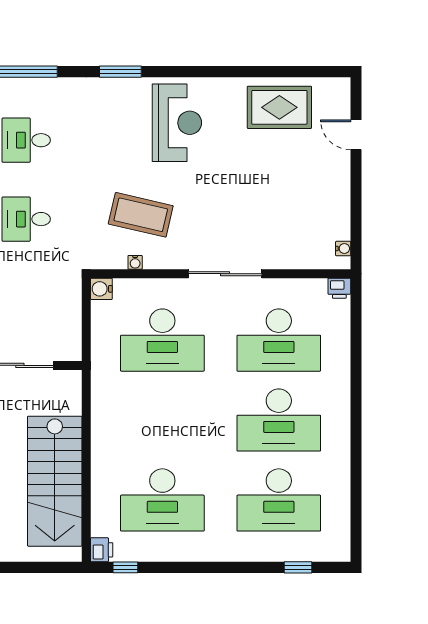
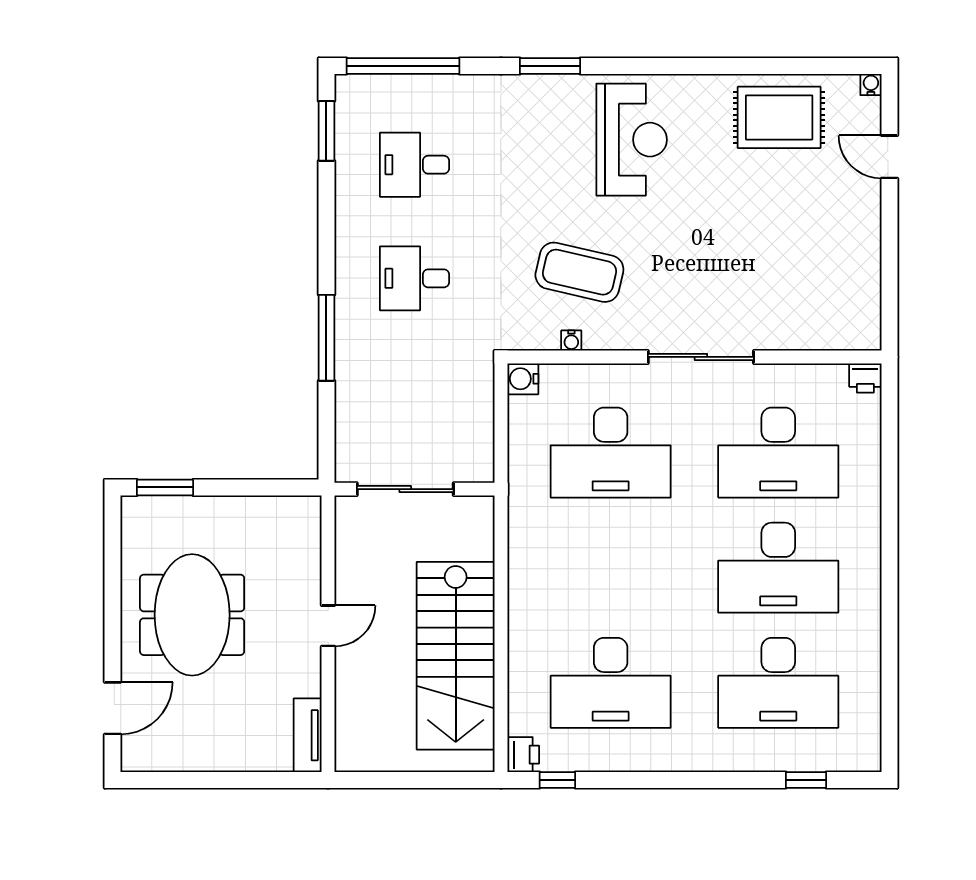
water cooler: (343, 249) -> (871, 85), moved, turned -90

